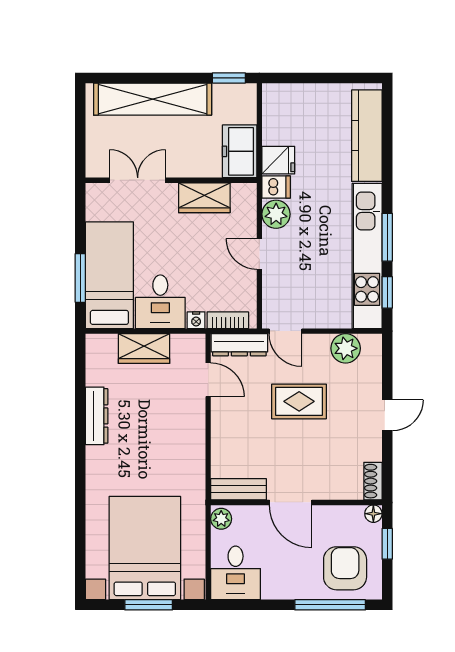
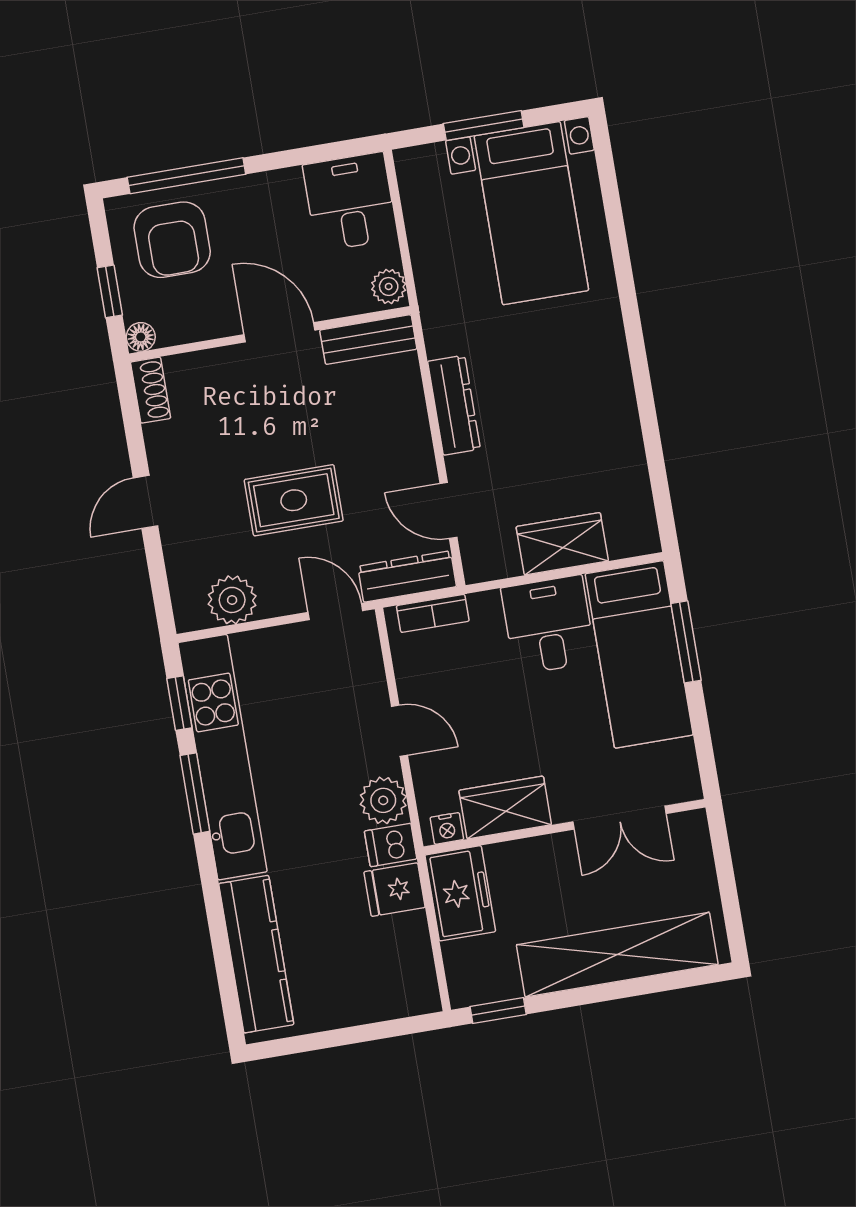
nightstand: (196, 320) -> (447, 828), moved, turned 180
dresser: (97, 416) -> (454, 405), moved, turned 180
bed with nightstands: (145, 548) -> (531, 213), width x0.73

